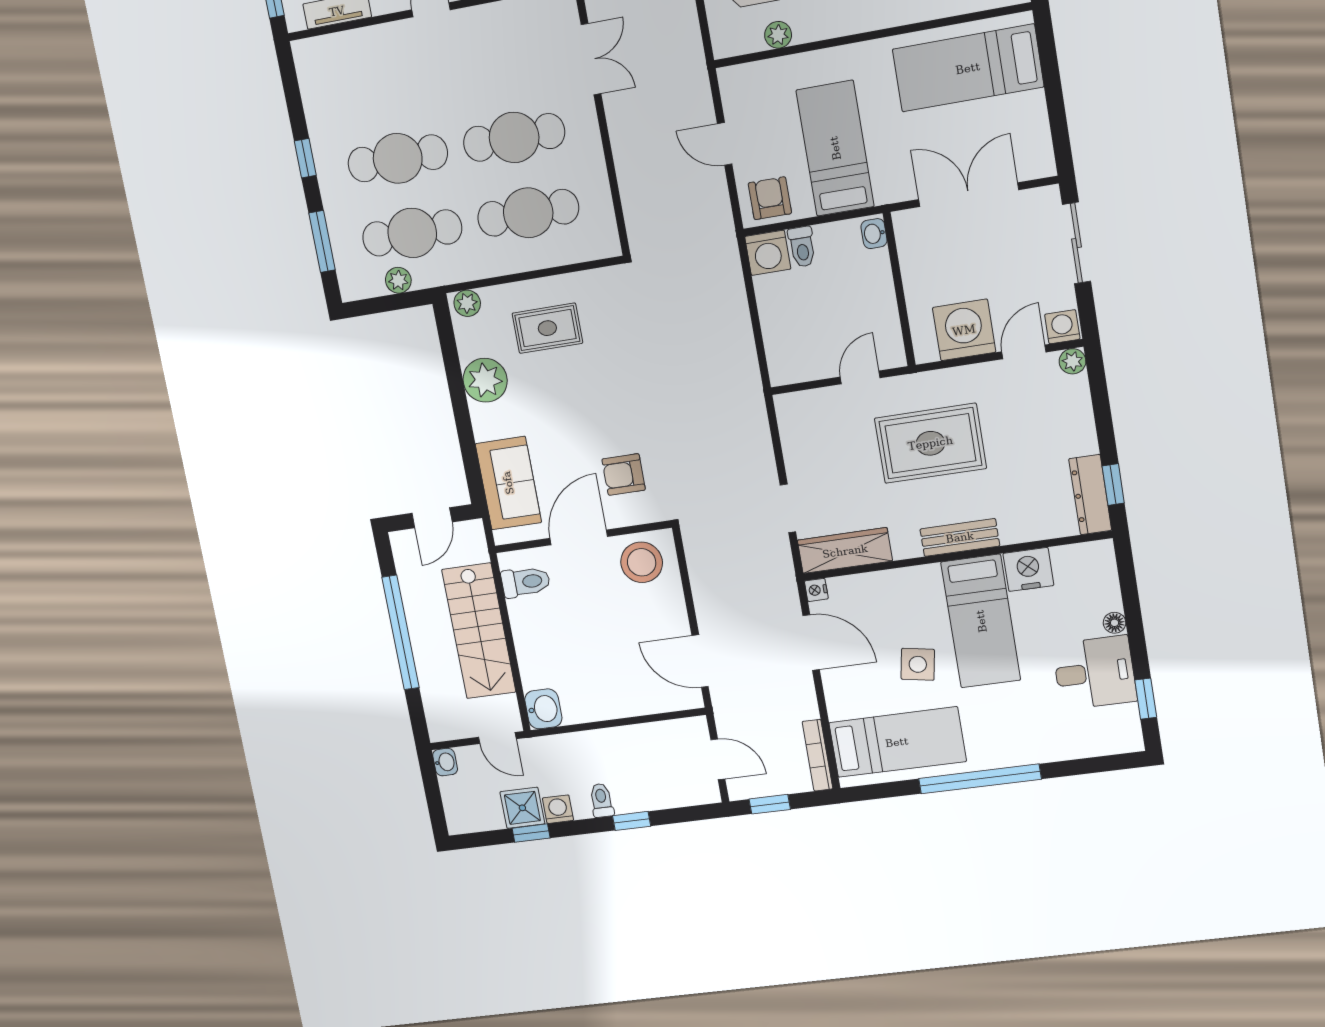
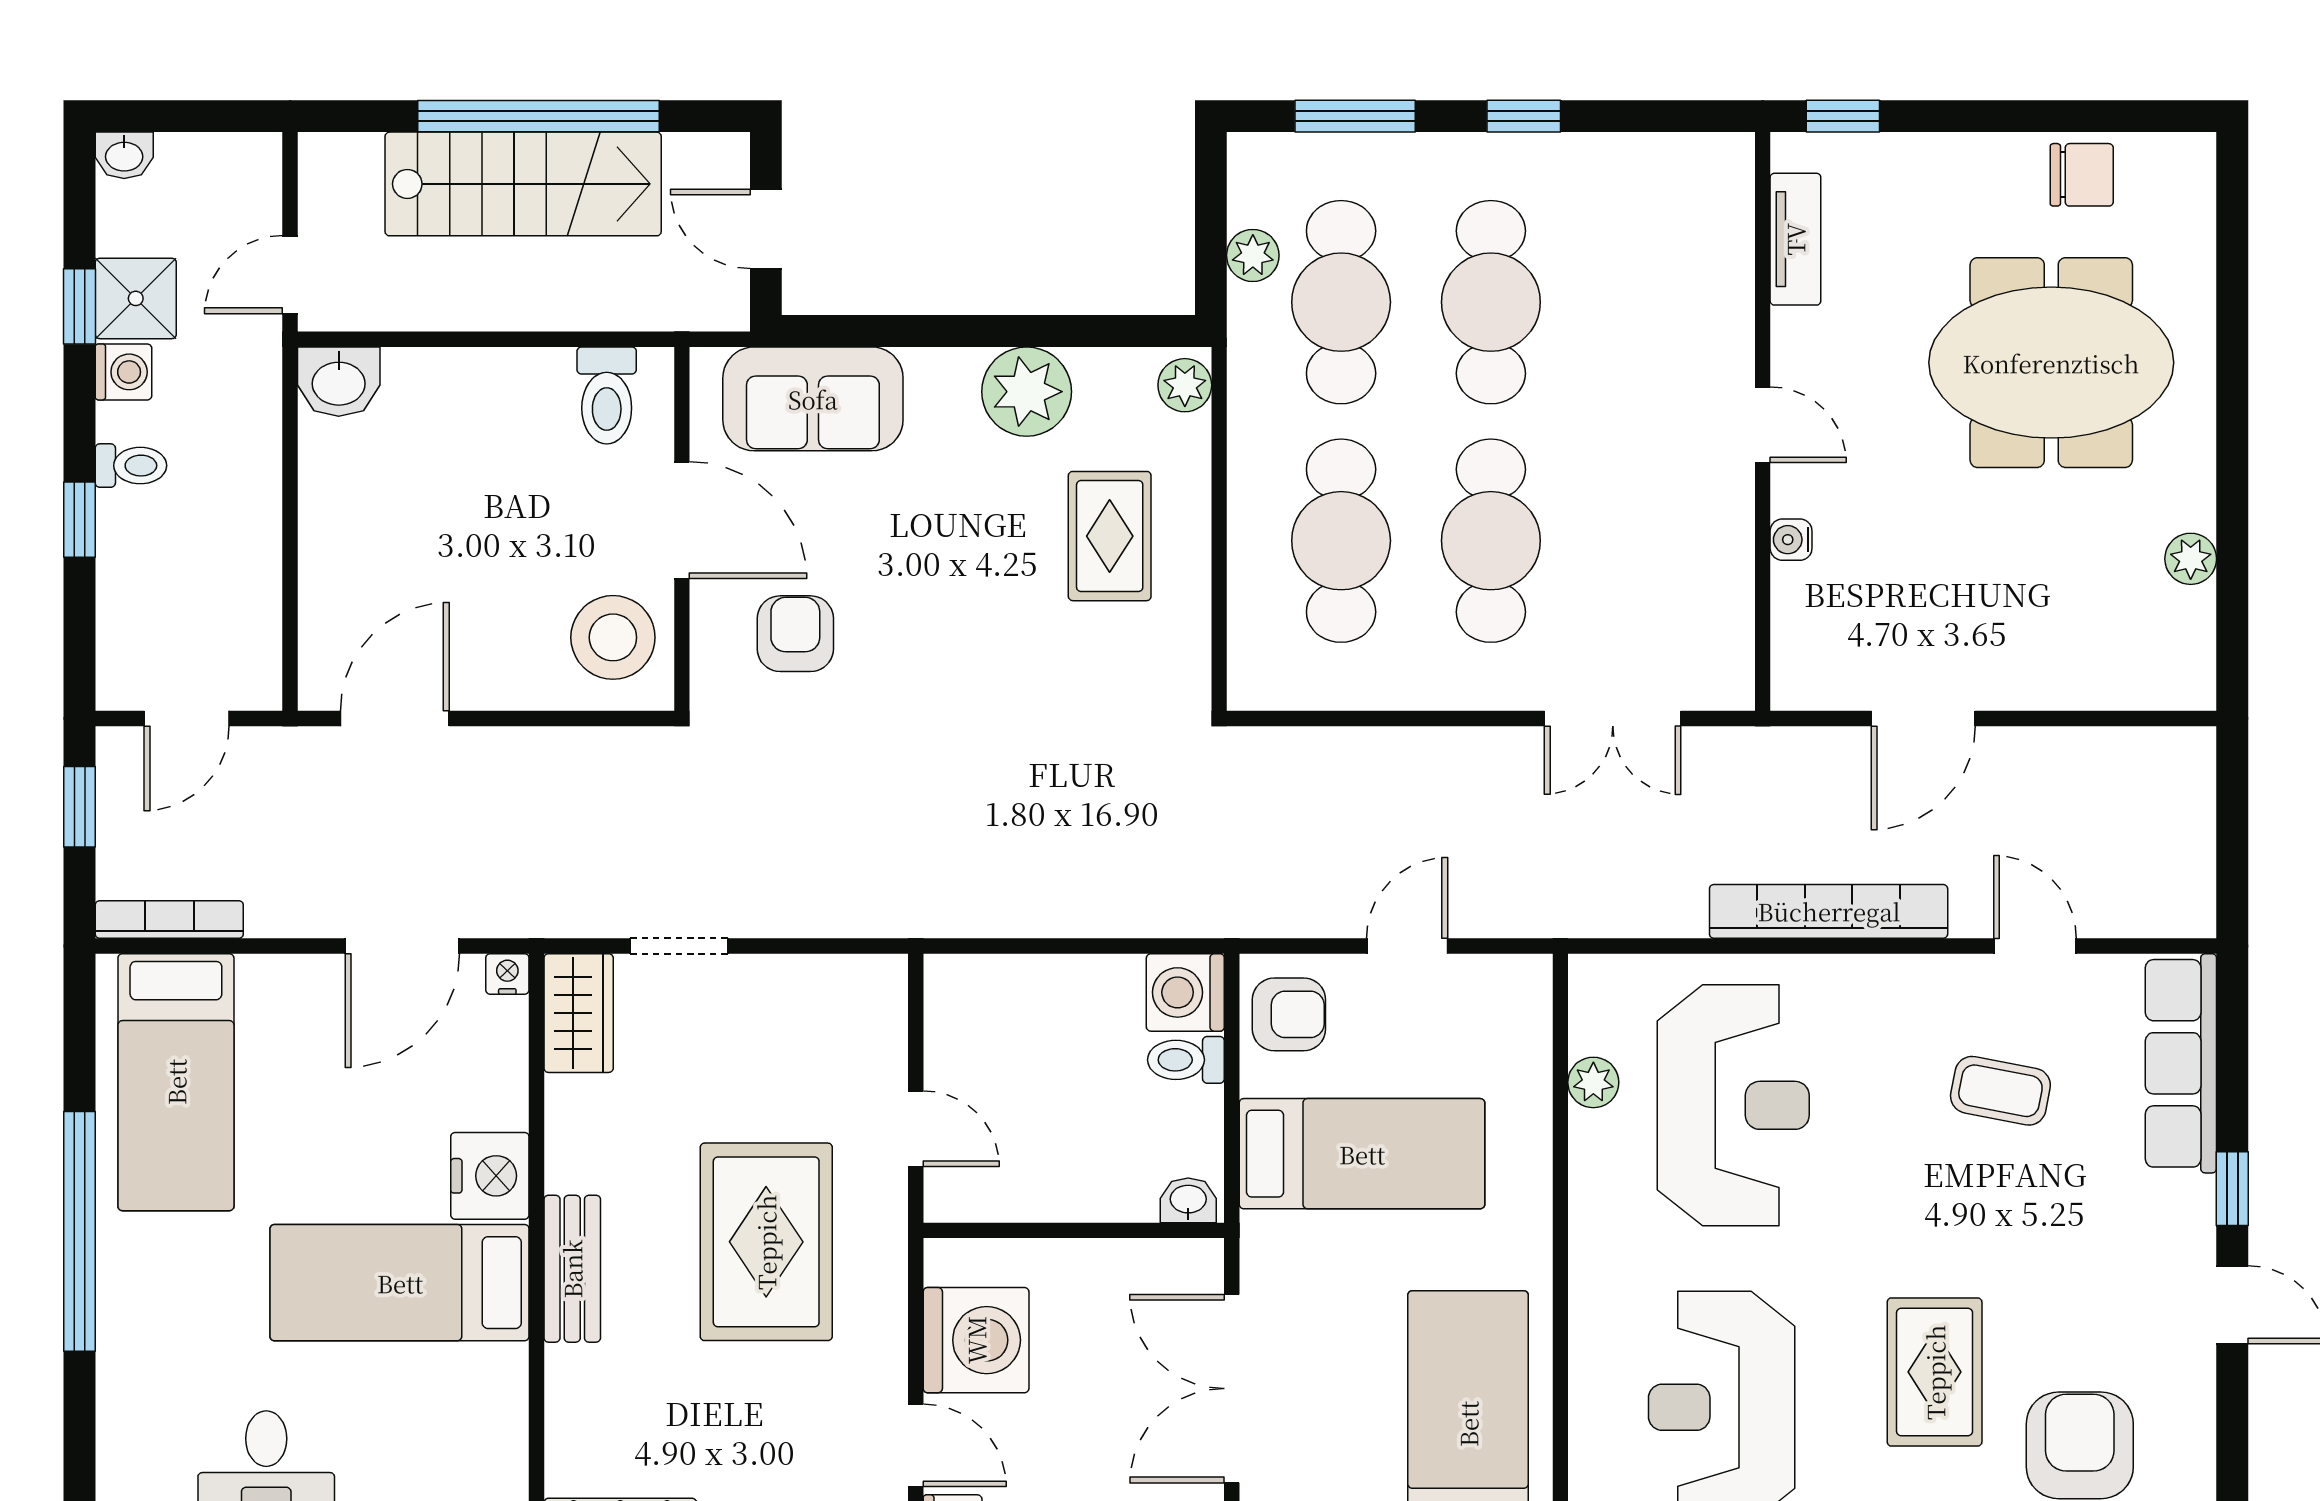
double door: (969, 195) -> (1232, 1389), swing flipped
wardrobe: (845, 551) -> (579, 1013), width x0.67
nightstand: (1028, 569) -> (490, 1176), moved
stairs: (479, 631) -> (523, 184), moved, turned 180
side table: (918, 664) -> (329, 1147), removed
washbasin: (445, 762) -> (124, 155), moved

